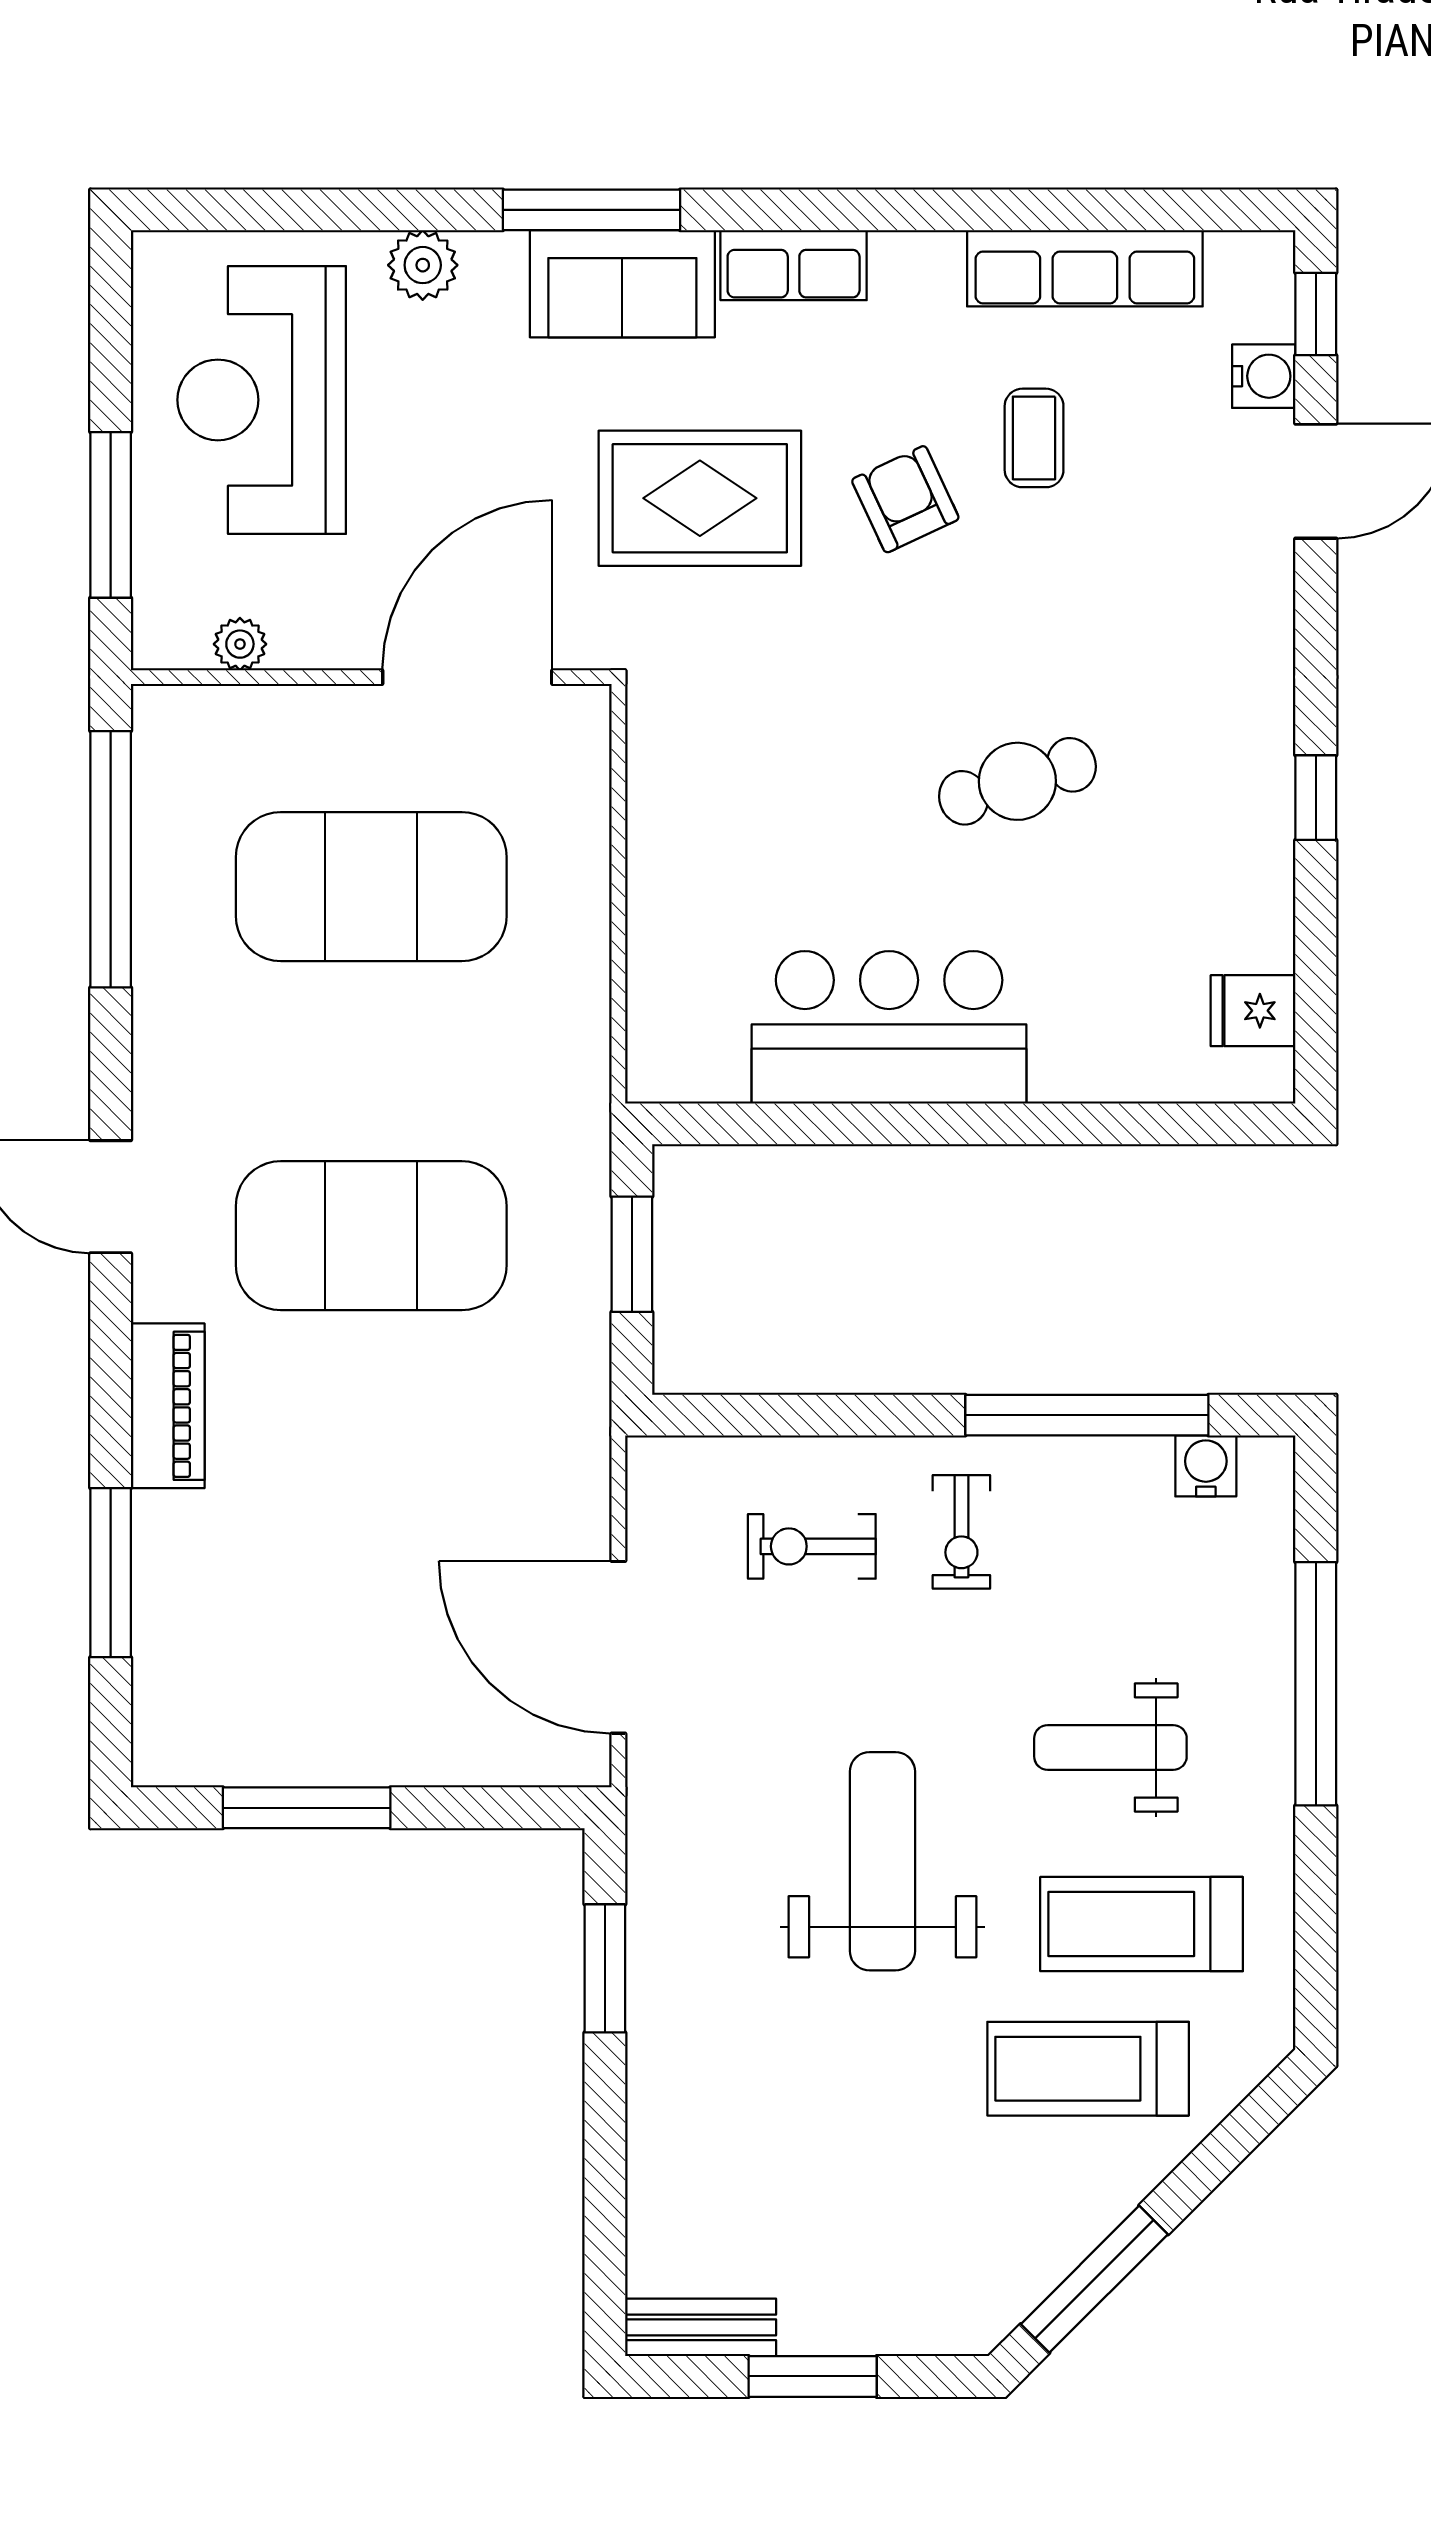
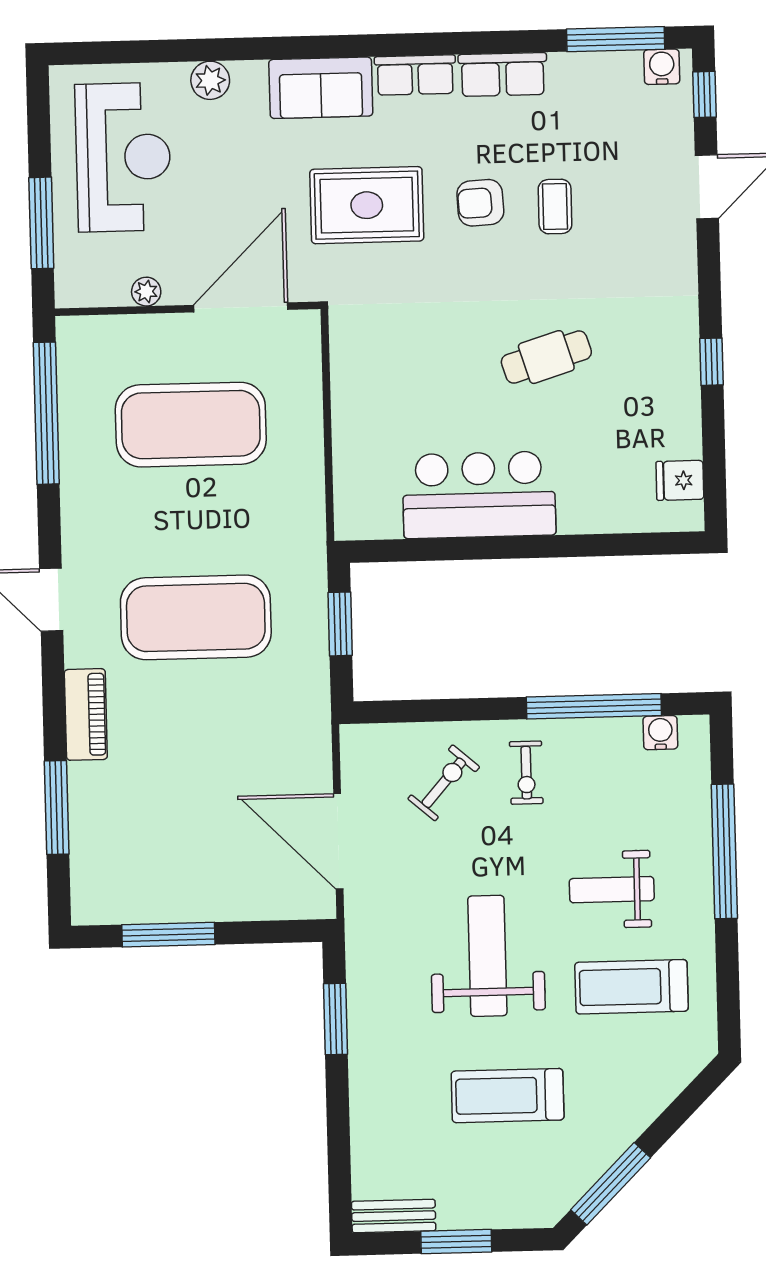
window: (592, 210) -> (616, 39), moved
row of seats: (1085, 268) -> (503, 74), moved, width x0.68
water cooler: (1264, 376) -> (662, 67), moved, turned -90
reception desk: (262, 400) -> (123, 157), turned 180
coffee table: (1034, 438) -> (555, 207), moved
armchair: (905, 499) -> (480, 203), turned -68
plant: (240, 644) -> (146, 292), moved
exercise bike: (812, 1546) -> (444, 783), turned 131
treadmill: (1088, 2069) -> (508, 1096), moved

